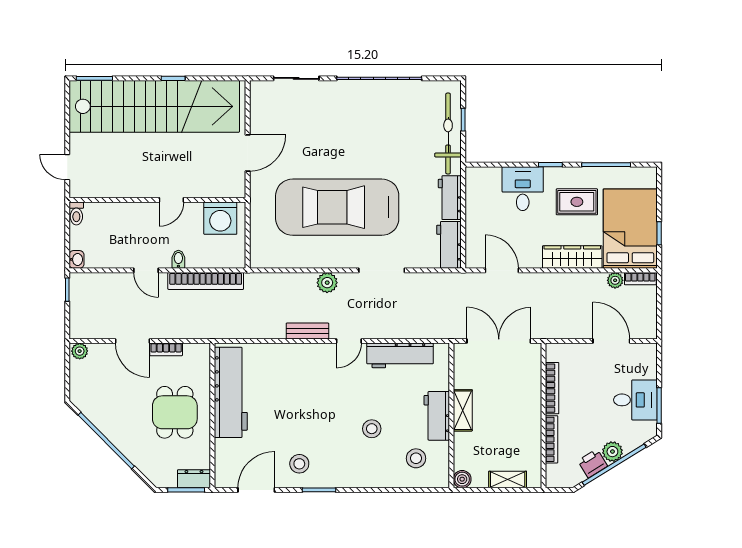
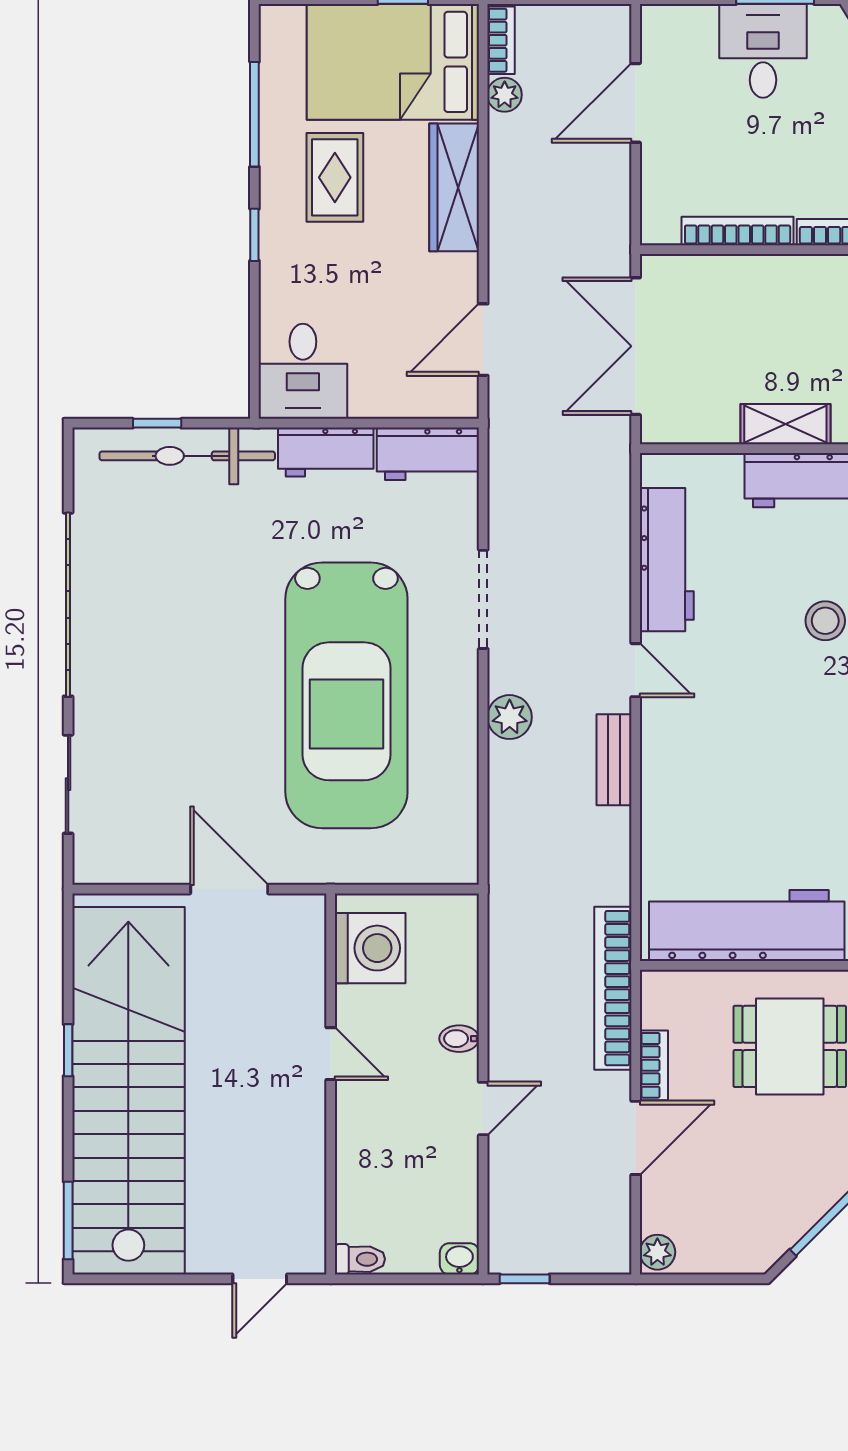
desk: (523, 189) -> (303, 371), moved, turned -90
bookcase: (206, 281) -> (613, 988), moved, turned 180

